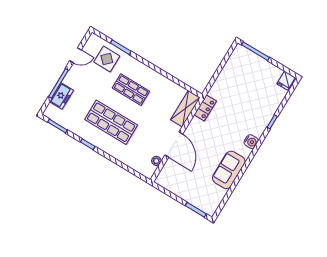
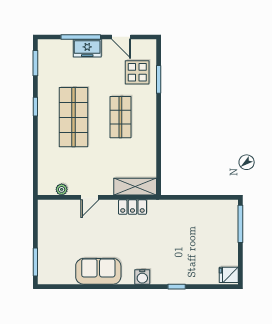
freezer: (62, 96) -> (87, 48), moved
locker: (205, 108) -> (132, 207), moved
door: (174, 145) -> (90, 197), width x0.53

